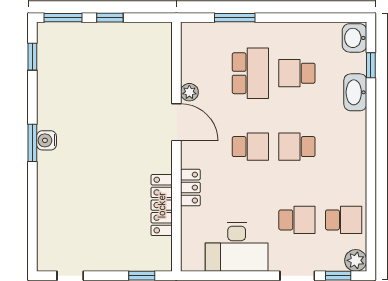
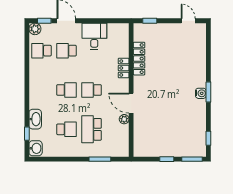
desk: (237, 247) -> (94, 36), width x0.73

